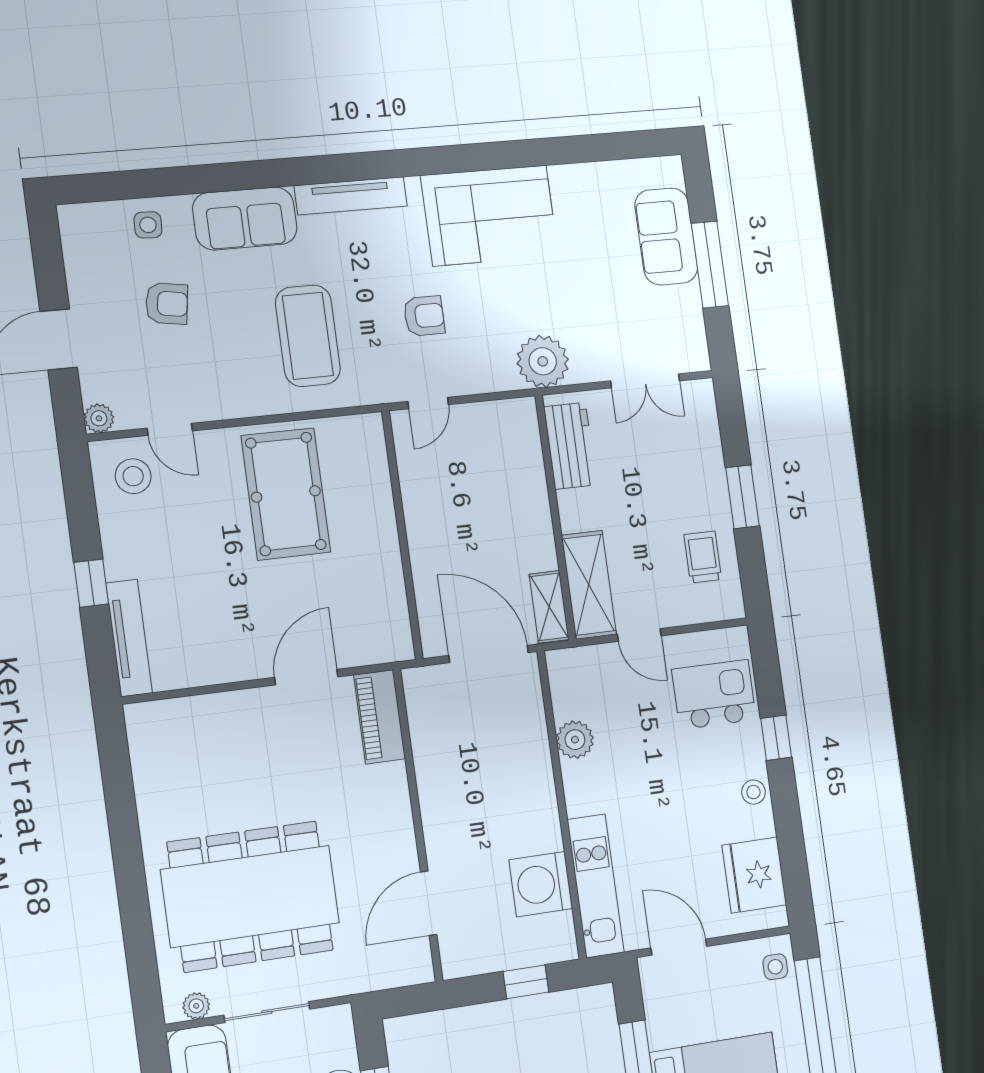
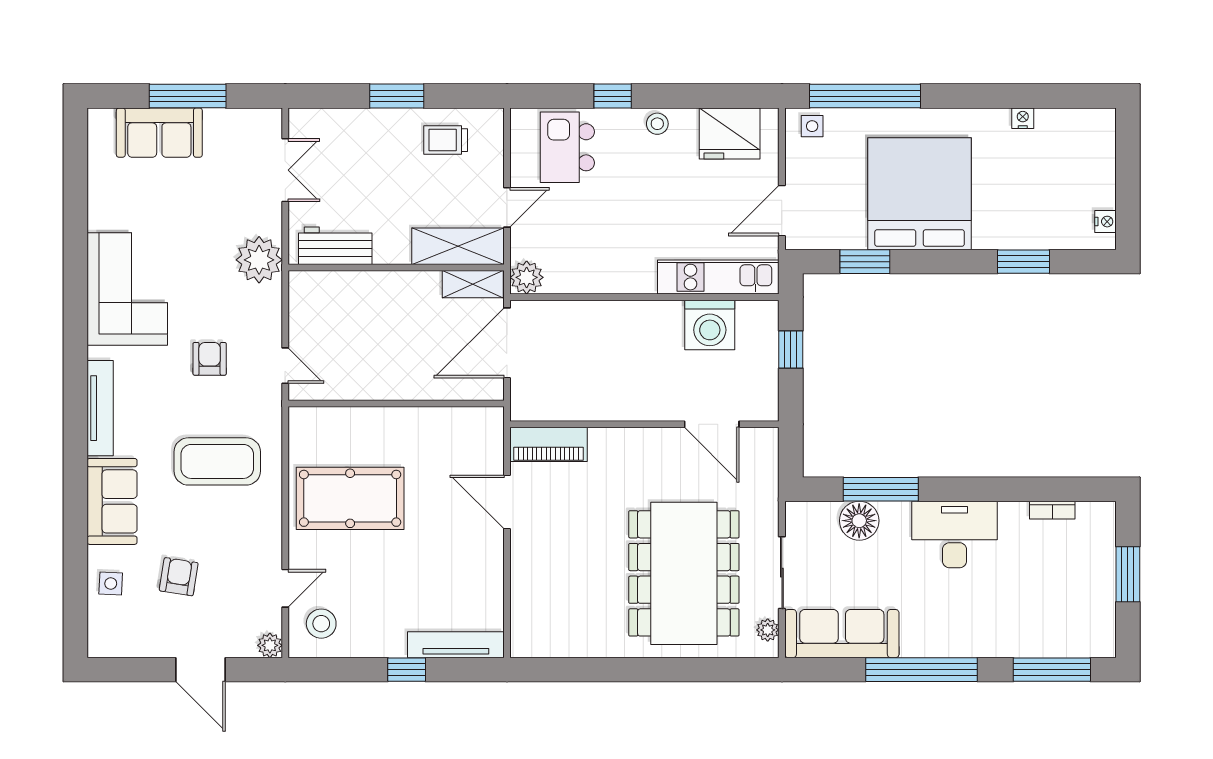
plant: (575, 740) -> (527, 277), moved

